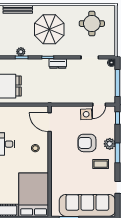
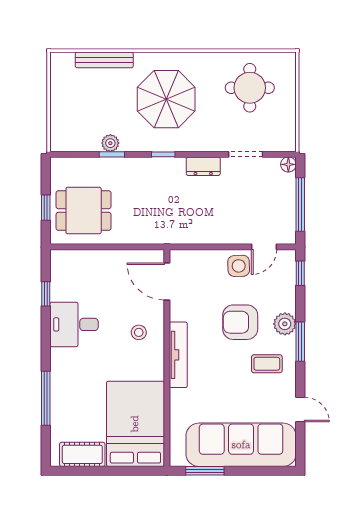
dresser: (58, 64) -> (203, 166), moved
tv unit: (55, 160) -> (178, 355), added

